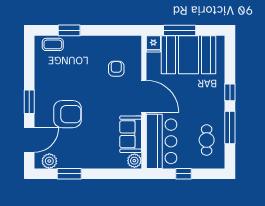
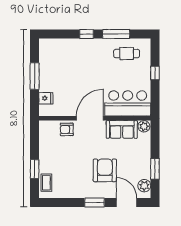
booth: (189, 55) -> (55, 69), removed
door: (144, 96) -> (90, 118), moved
wall: (144, 102) -> (95, 118), moved
sofa: (131, 134) -> (122, 129), moved
bar counter: (162, 141) -> (128, 103), moved
plant: (134, 161) -> (144, 126), moved

